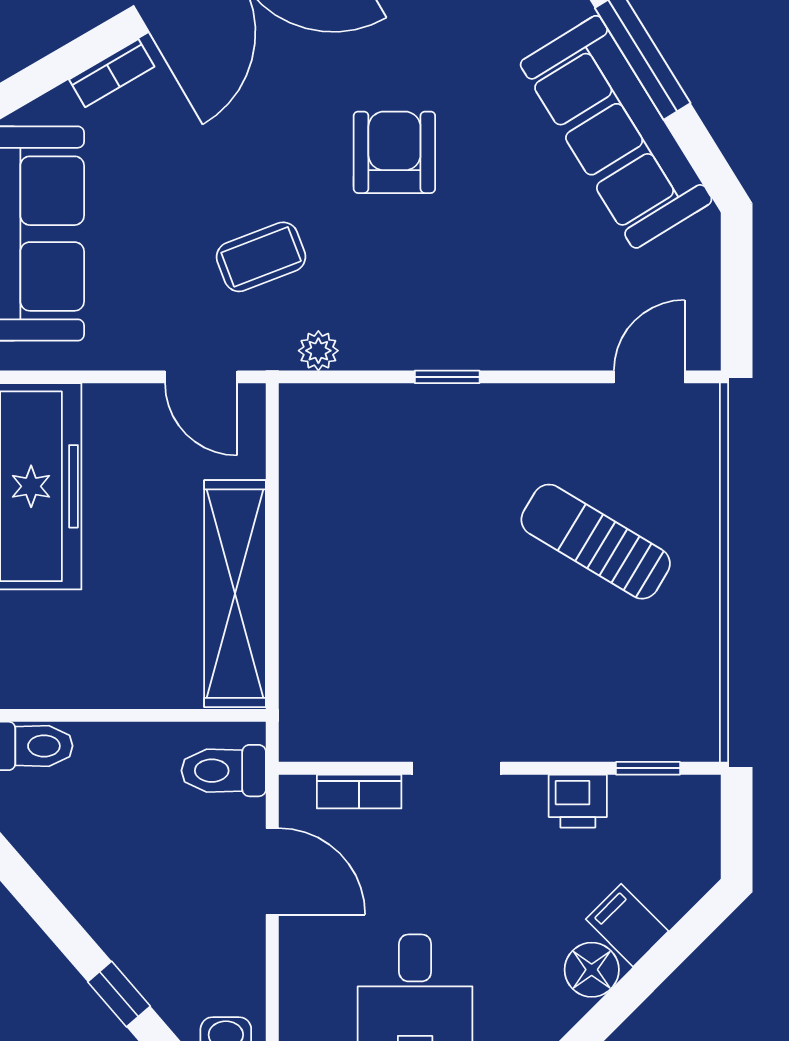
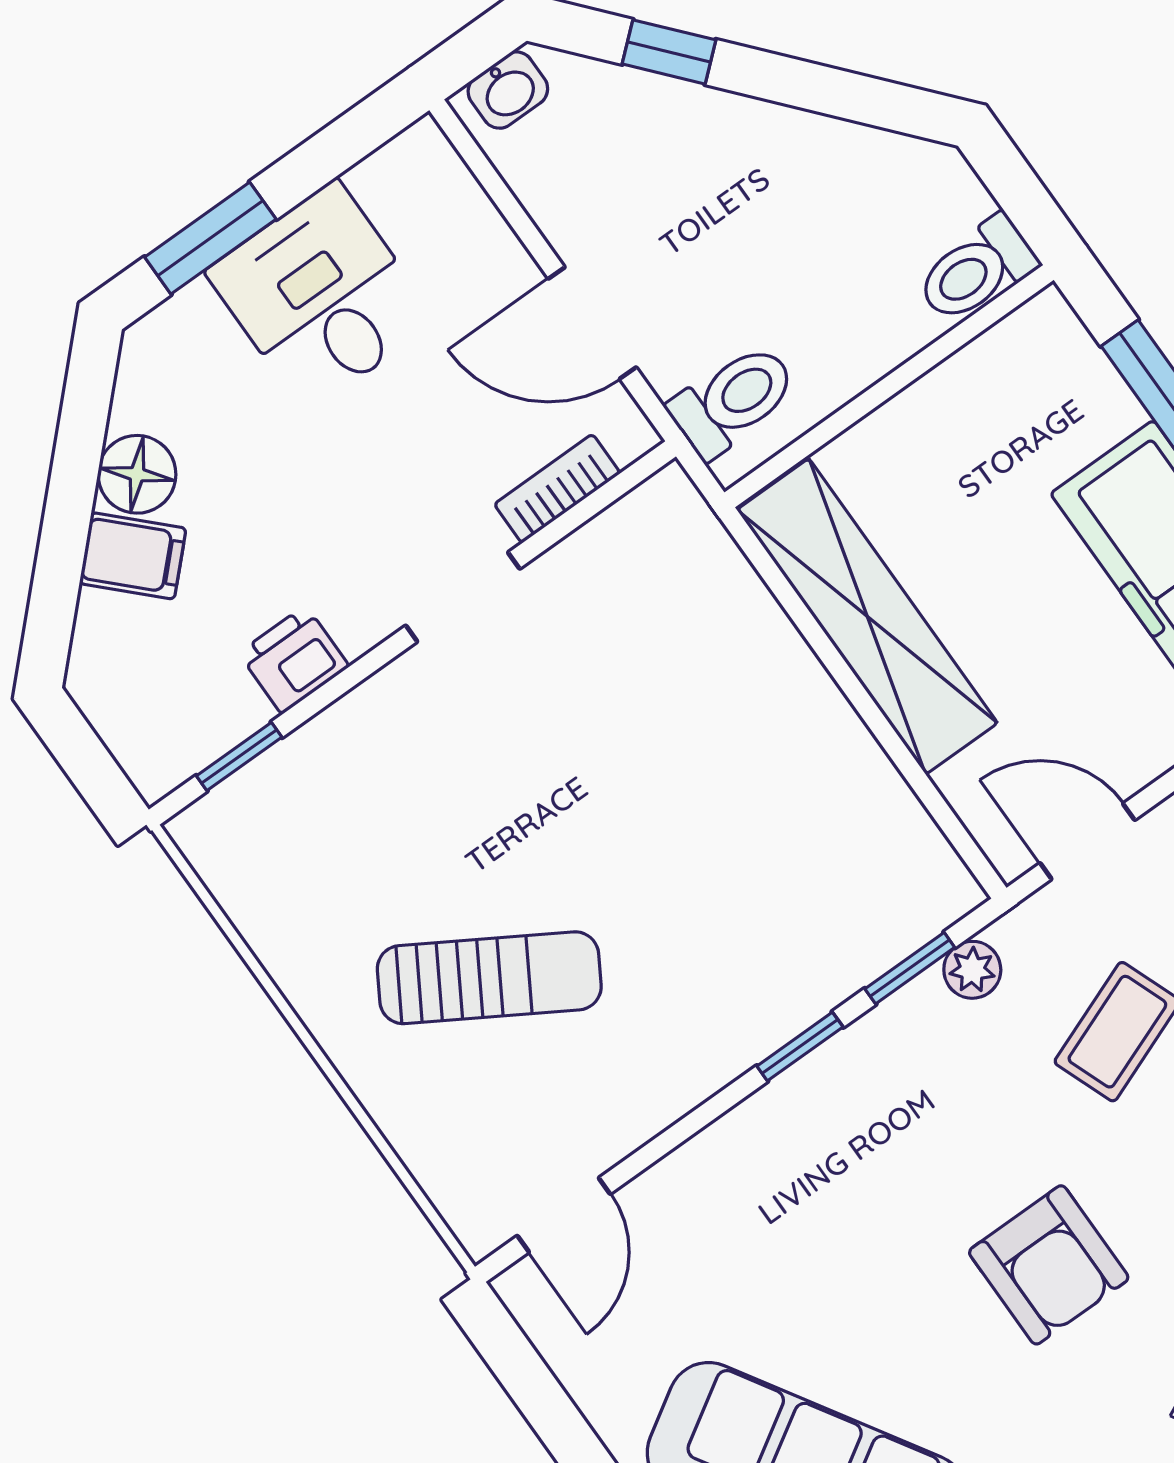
window: (353, 377) -> (910, 968), added

